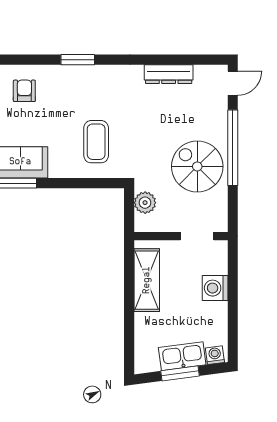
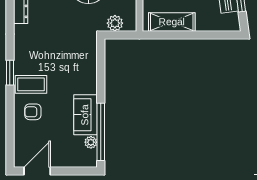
coffee table: (96, 142) -> (31, 84), moved

